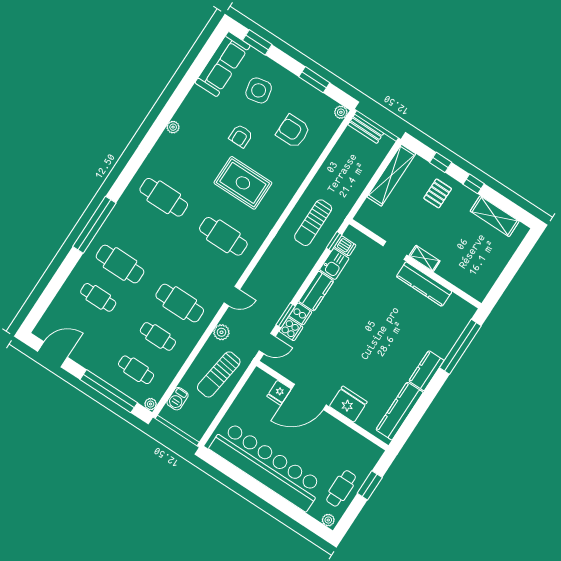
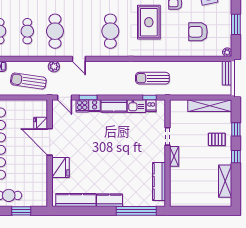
armchair: (293, 131) -> (198, 32), turned -90
kitchen counter: (424, 284) -> (159, 182), moved

